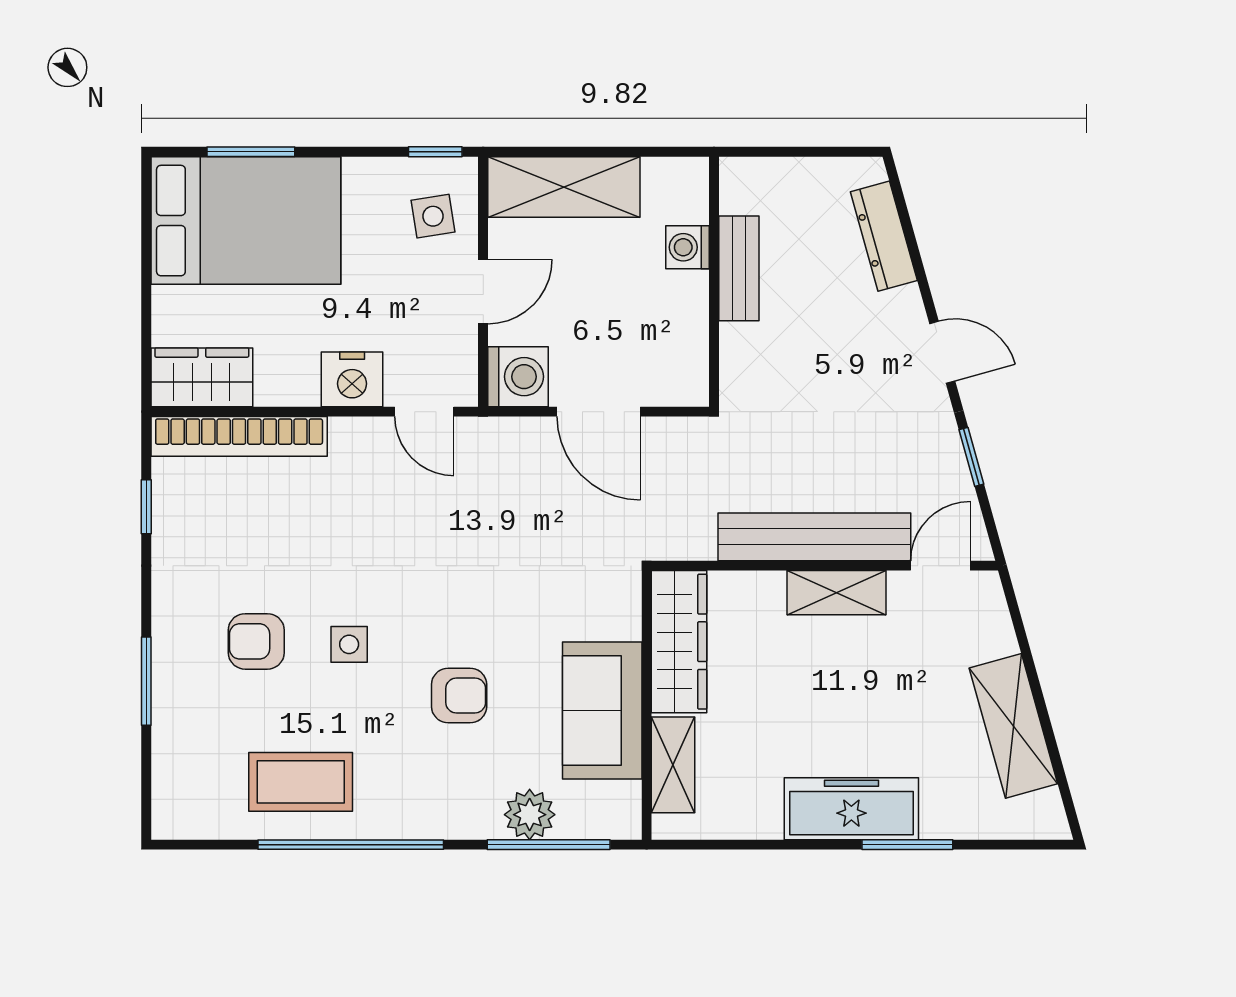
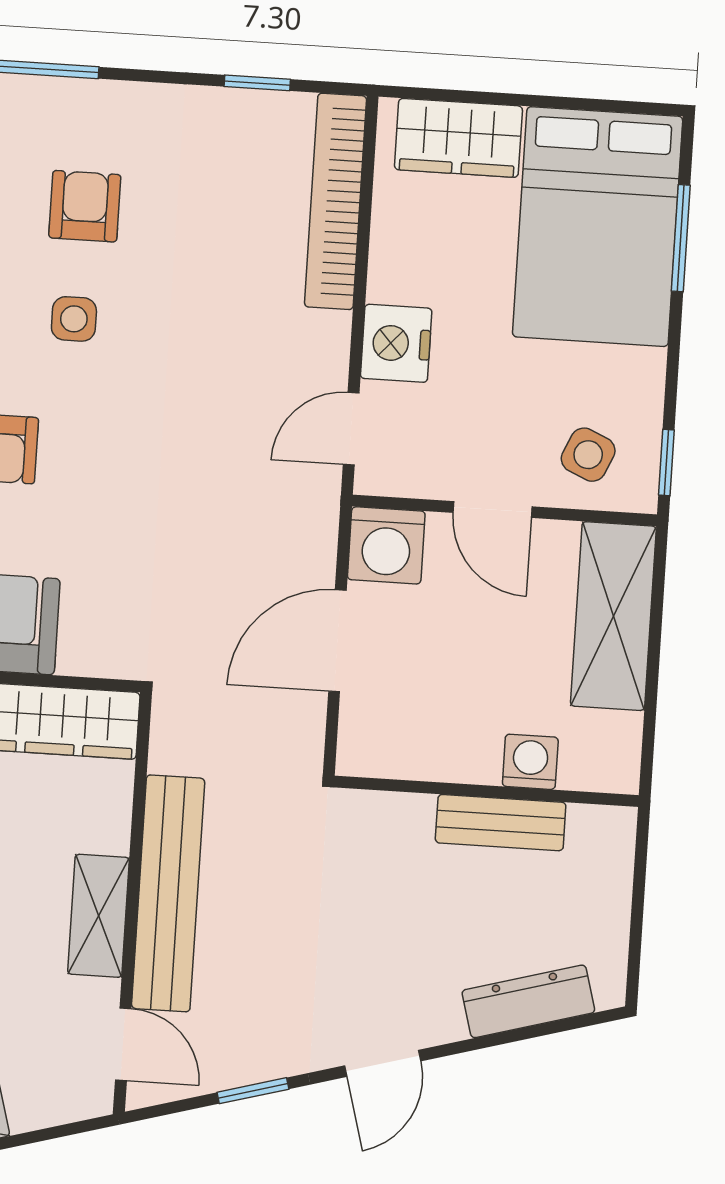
side table: (433, 216) -> (588, 455), turned 33
wardrobe: (202, 377) -> (458, 138), moved, turned 90

